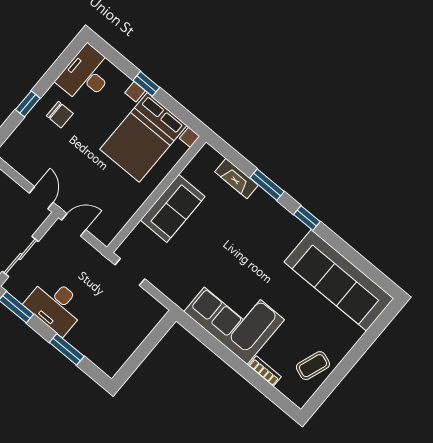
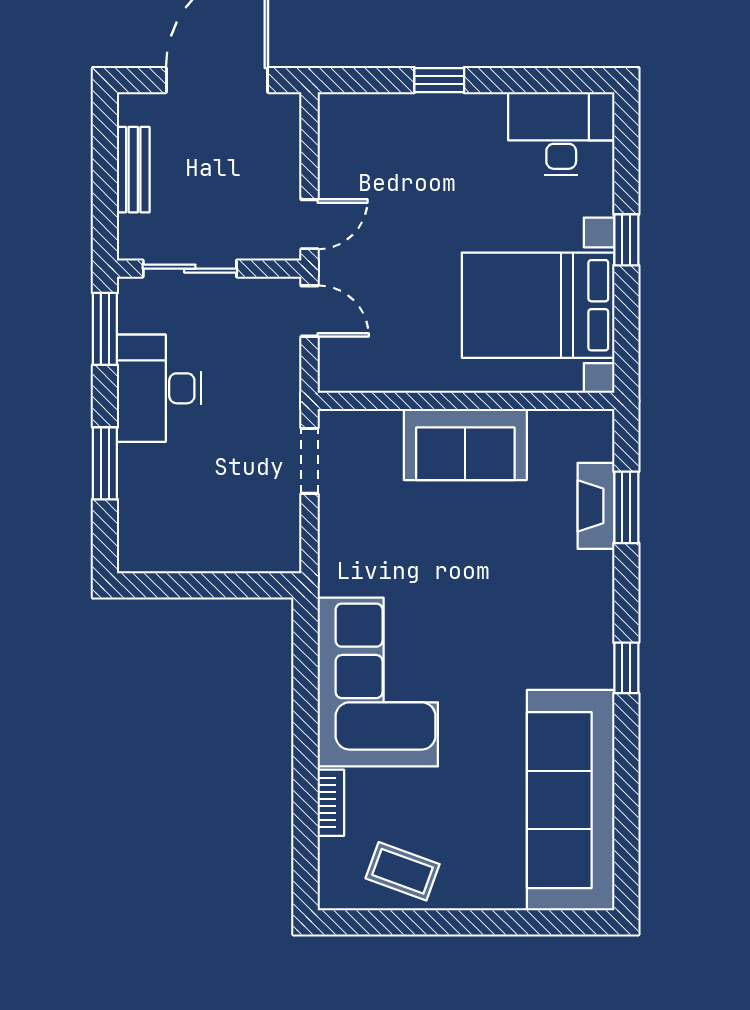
chair: (60, 115) -> (464, 144), removed
window: (267, 185) -> (626, 507), moved

